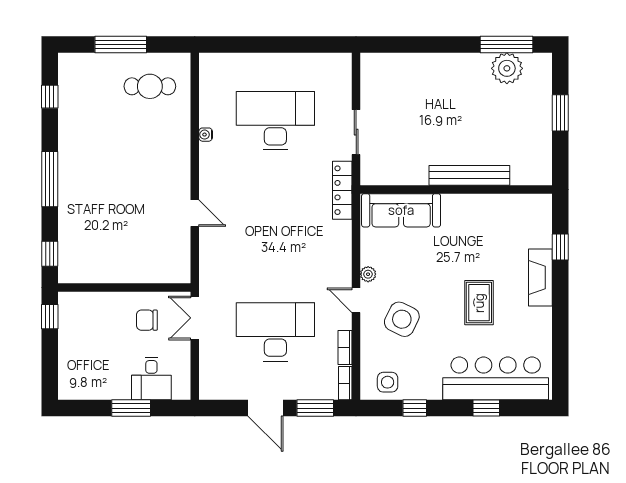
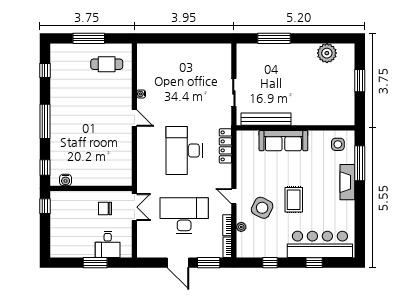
window: (506, 45) -> (274, 38), moved
desk: (275, 121) -> (184, 151), moved, turned -90
bench: (469, 175) -> (266, 119), moved
locker: (342, 190) -> (225, 146), moved
sofa: (401, 210) -> (283, 141), moved
door: (195, 213) -> (134, 118), moved
window: (560, 247) -> (360, 163), width x2.17
water cooler: (83, 274) -> (66, 180), added
plant: (368, 274) -> (241, 227), moved
rug: (479, 303) -> (294, 200), moved
double door: (195, 318) -> (134, 207), swing flipped
side table: (388, 382) -> (338, 144), moved

